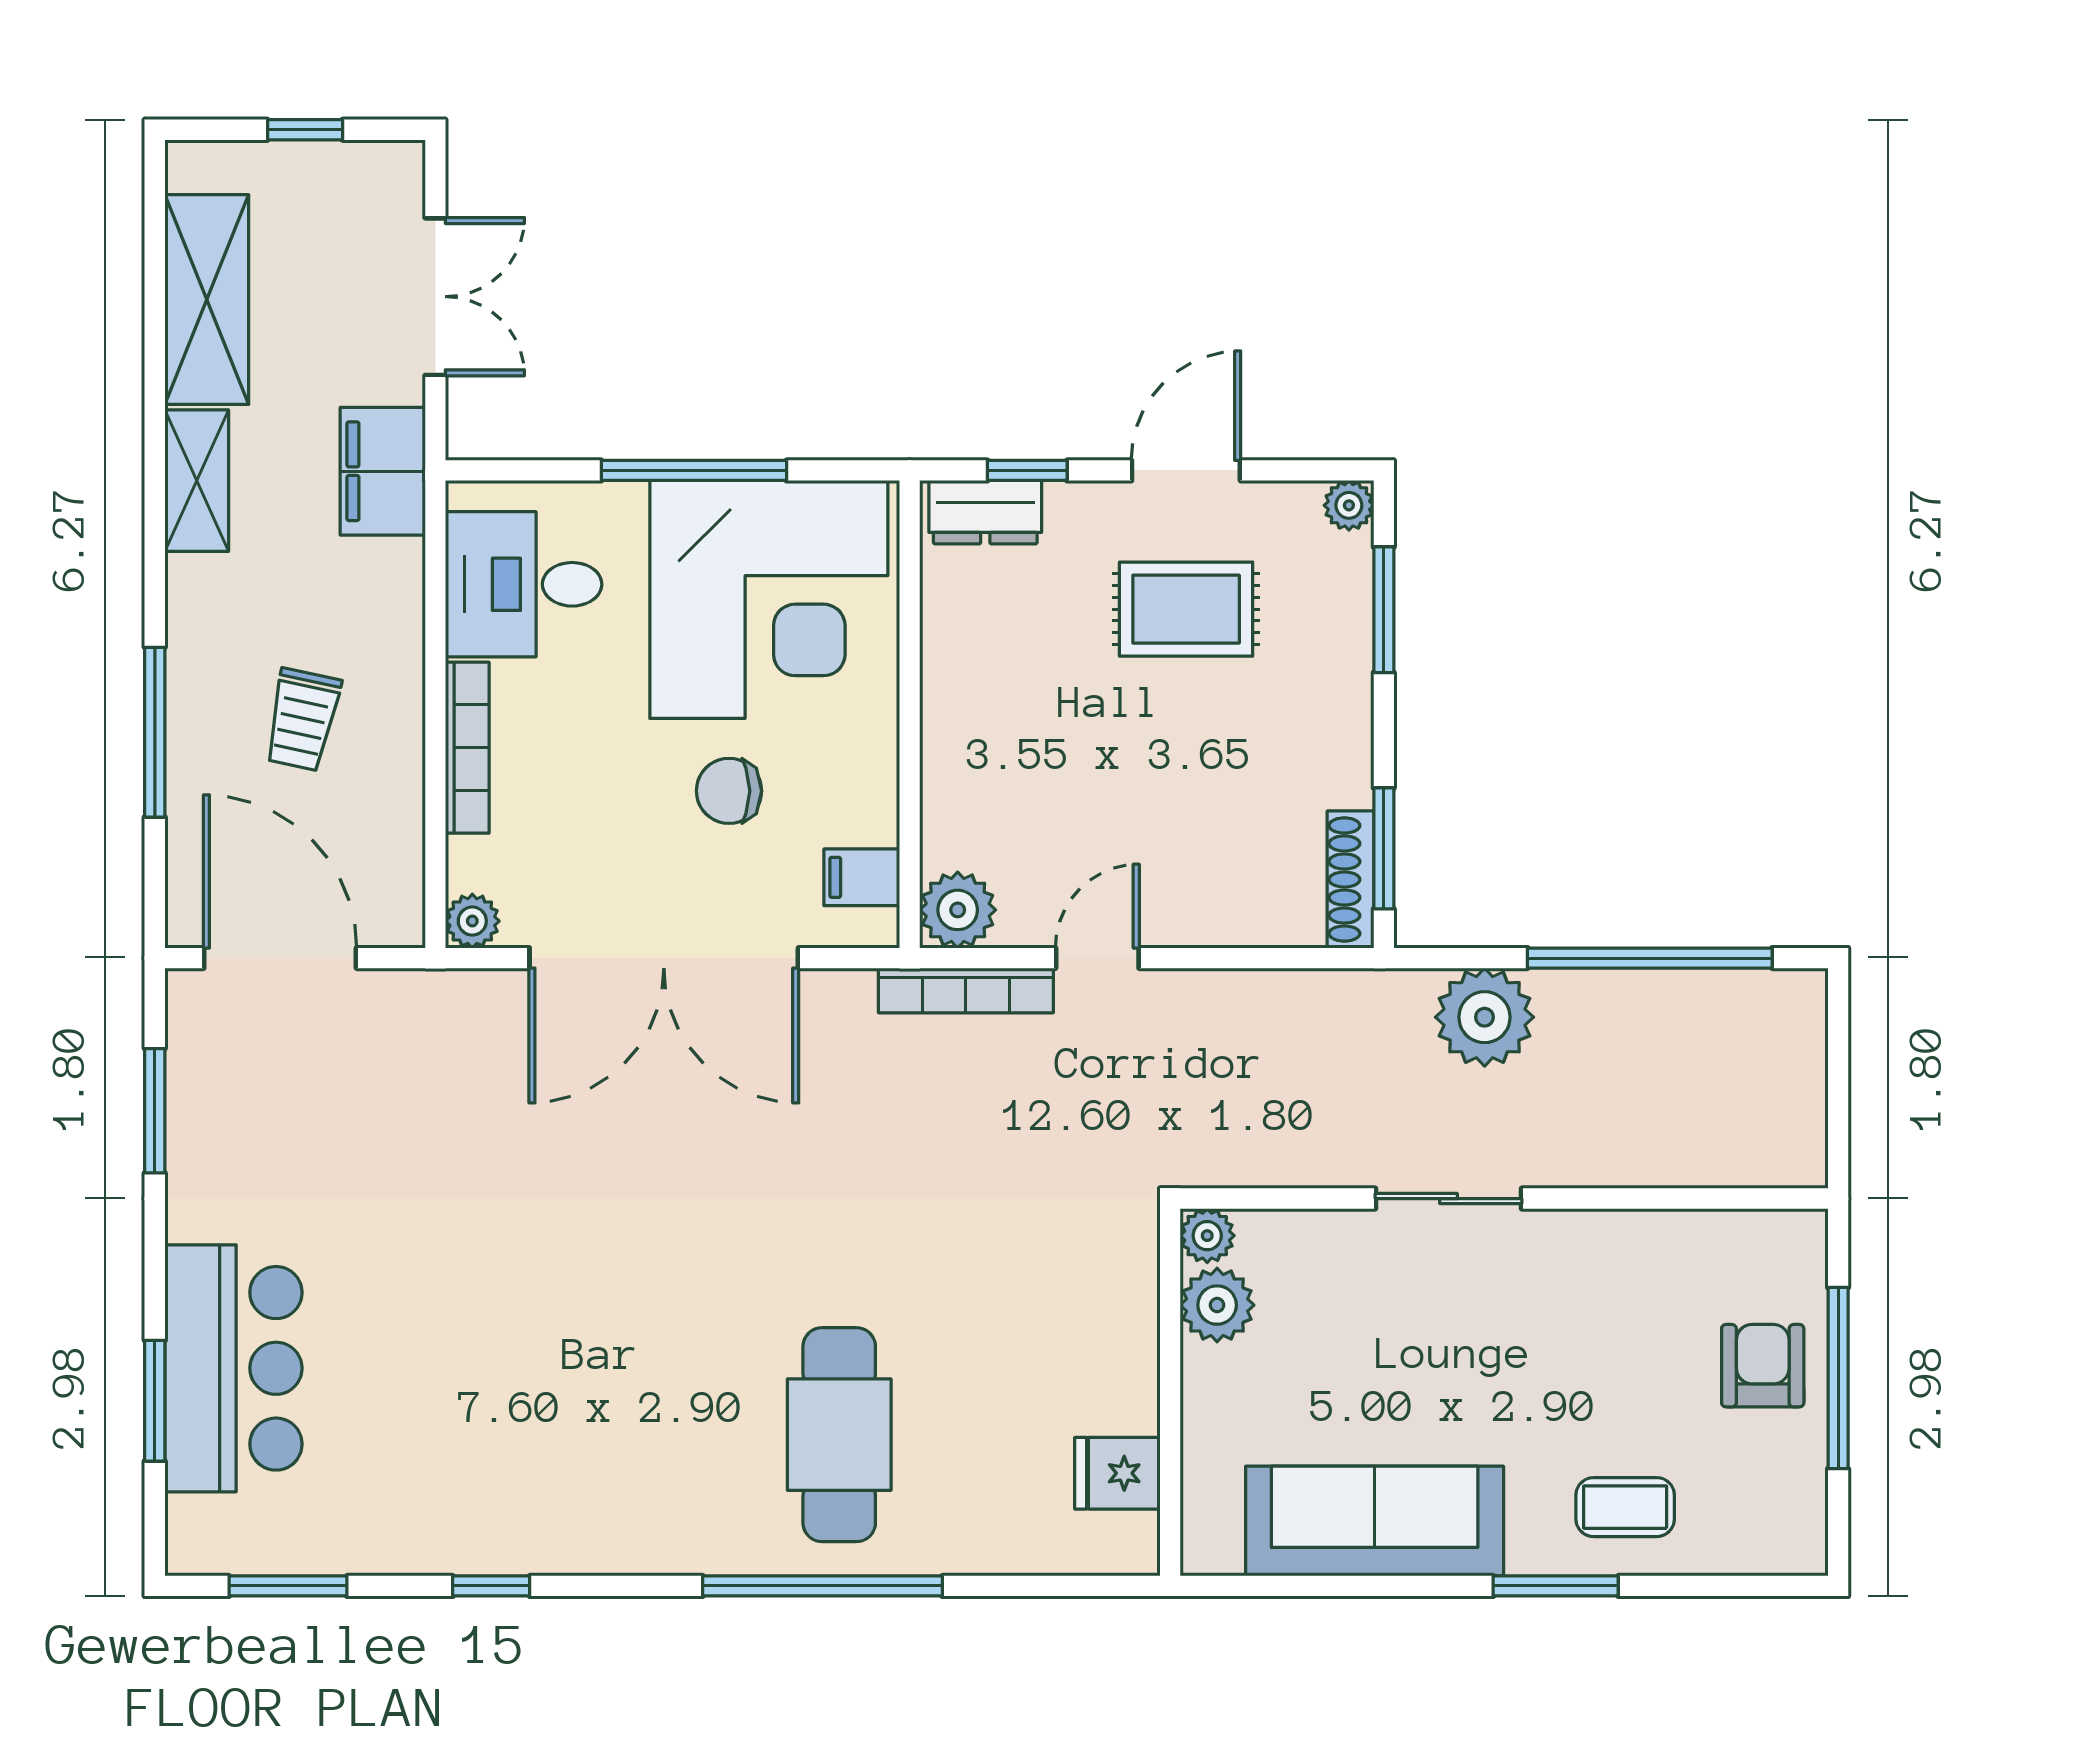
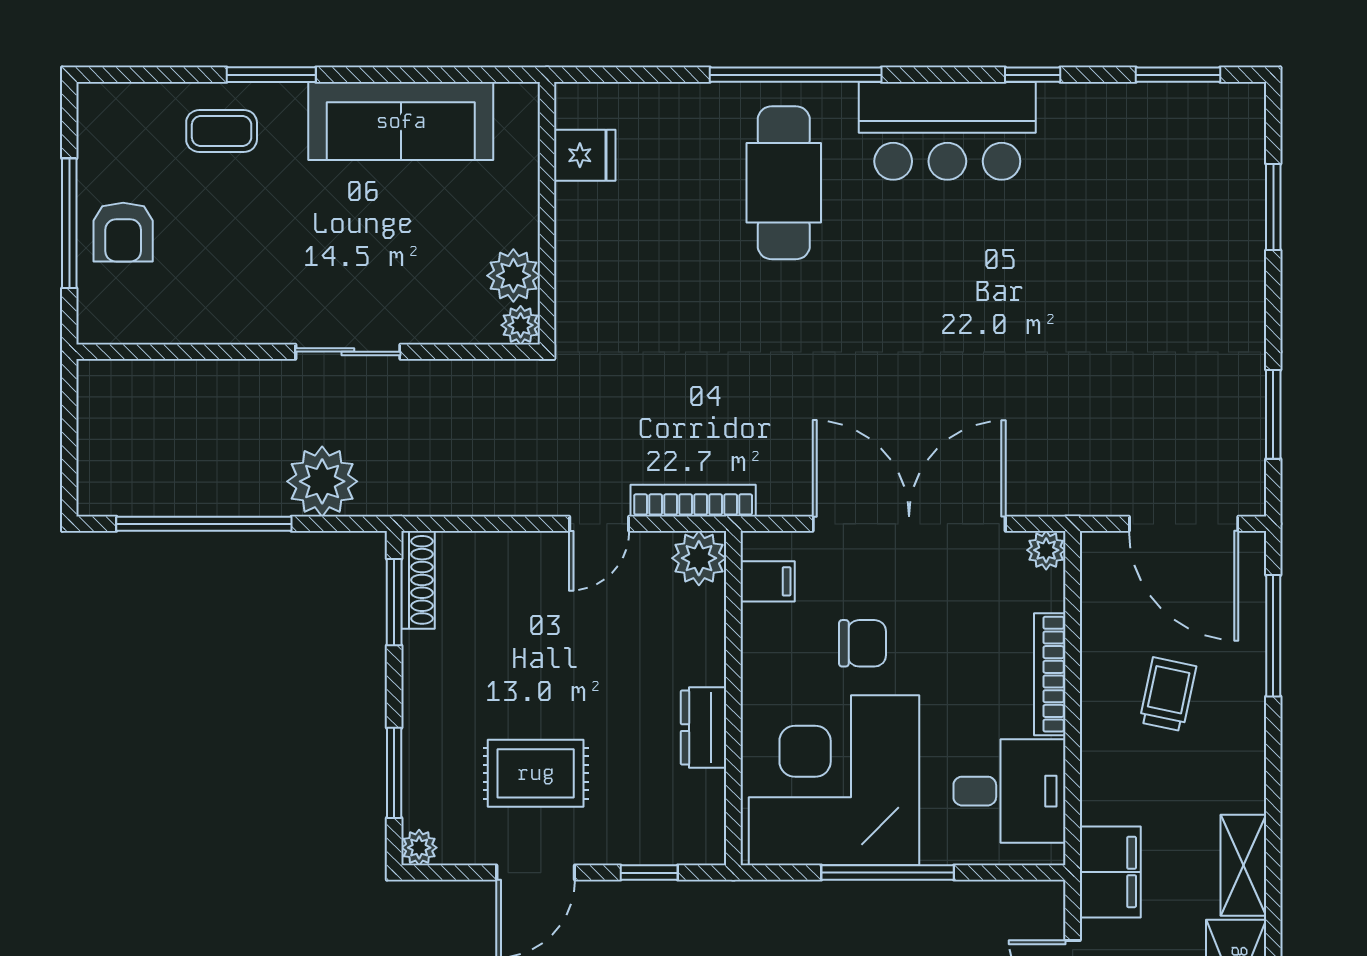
dresser: (985, 512) -> (704, 728), moved, turned -90
window: (155, 732) -> (1273, 636), moved
bar counter: (233, 1368) -> (947, 131), moved, turned -90

